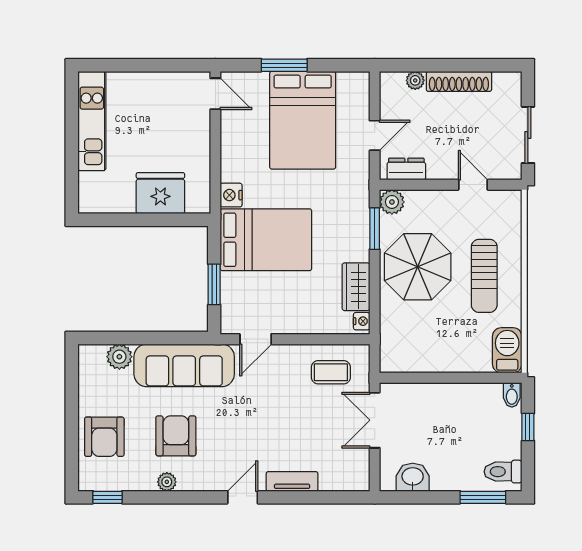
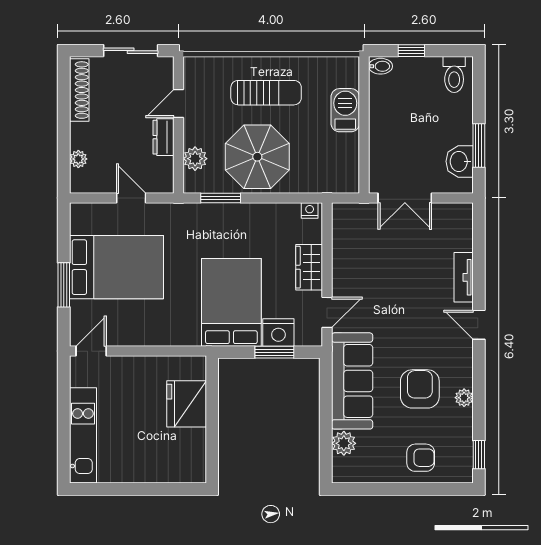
shoe rack: (459, 81) -> (79, 90), moved
kitchen unit: (92, 121) -> (83, 435), moved, turned 90
dresser: (406, 169) -> (163, 137), moved
nightstand: (231, 195) -> (278, 332), moved, width x1.36, depth x1.33
plant: (392, 202) -> (195, 159), moved
wardrobe: (356, 287) -> (309, 267), moved, turned 90
door: (256, 339) -> (327, 312), hinge flipped
barbecue: (507, 350) -> (345, 110), moved, turned 90
coffee table: (331, 372) -> (359, 240), removed
armchair: (176, 436) -> (420, 389), turned 90
armchair: (104, 437) -> (421, 458), width x0.72, depth x0.72
window: (483, 497) -> (479, 145), moved

